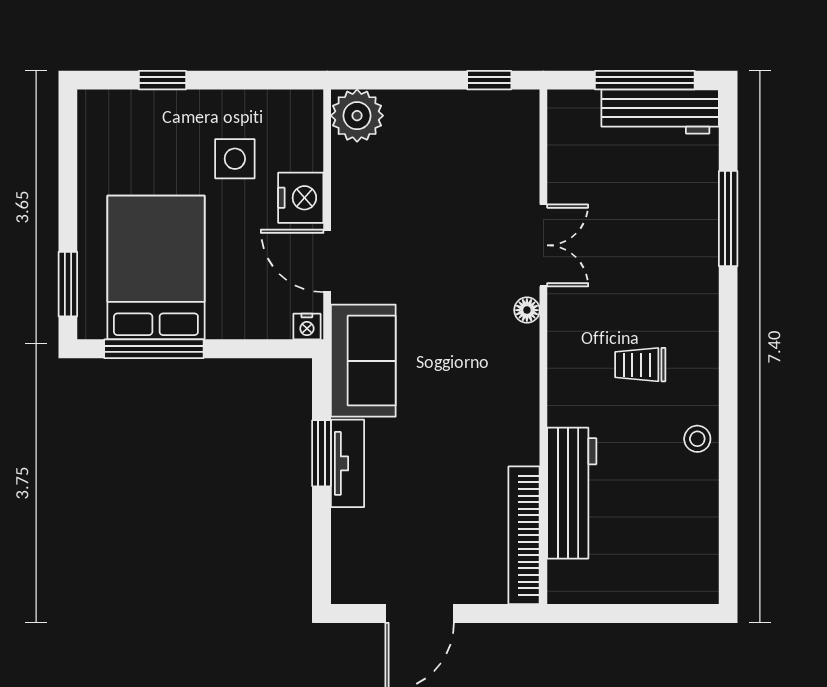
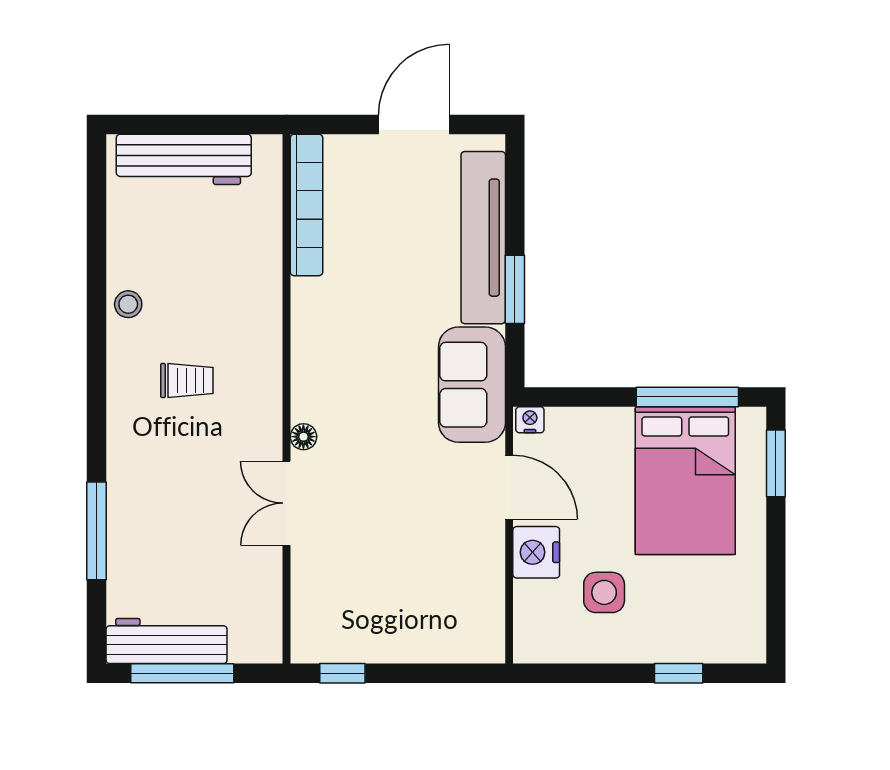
plant: (357, 116) -> (478, 637), removed
tv unit: (348, 463) -> (483, 238), width x1.92, depth x1.29
workbench: (572, 493) -> (184, 159), moved, turned -90

